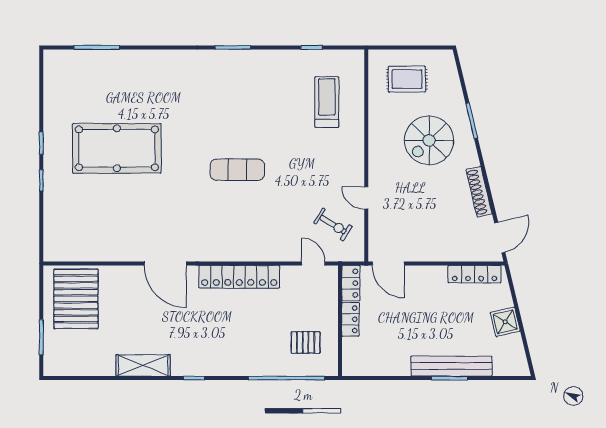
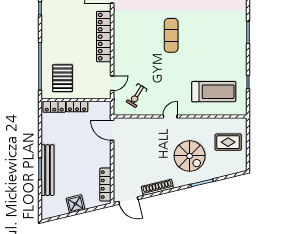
rug: (407, 79) -> (228, 142), turned 90
treadmill: (327, 102) -> (214, 92), width x1.37, depth x1.38
spiral stairs: (429, 140) -> (190, 156), turned 180
door: (366, 198) -> (170, 117), moved
door: (388, 263) -> (112, 130), hinge flipped
locker: (351, 283) -> (54, 107), moved
pallet: (306, 342) -> (62, 78), width x1.50, depth x1.42

